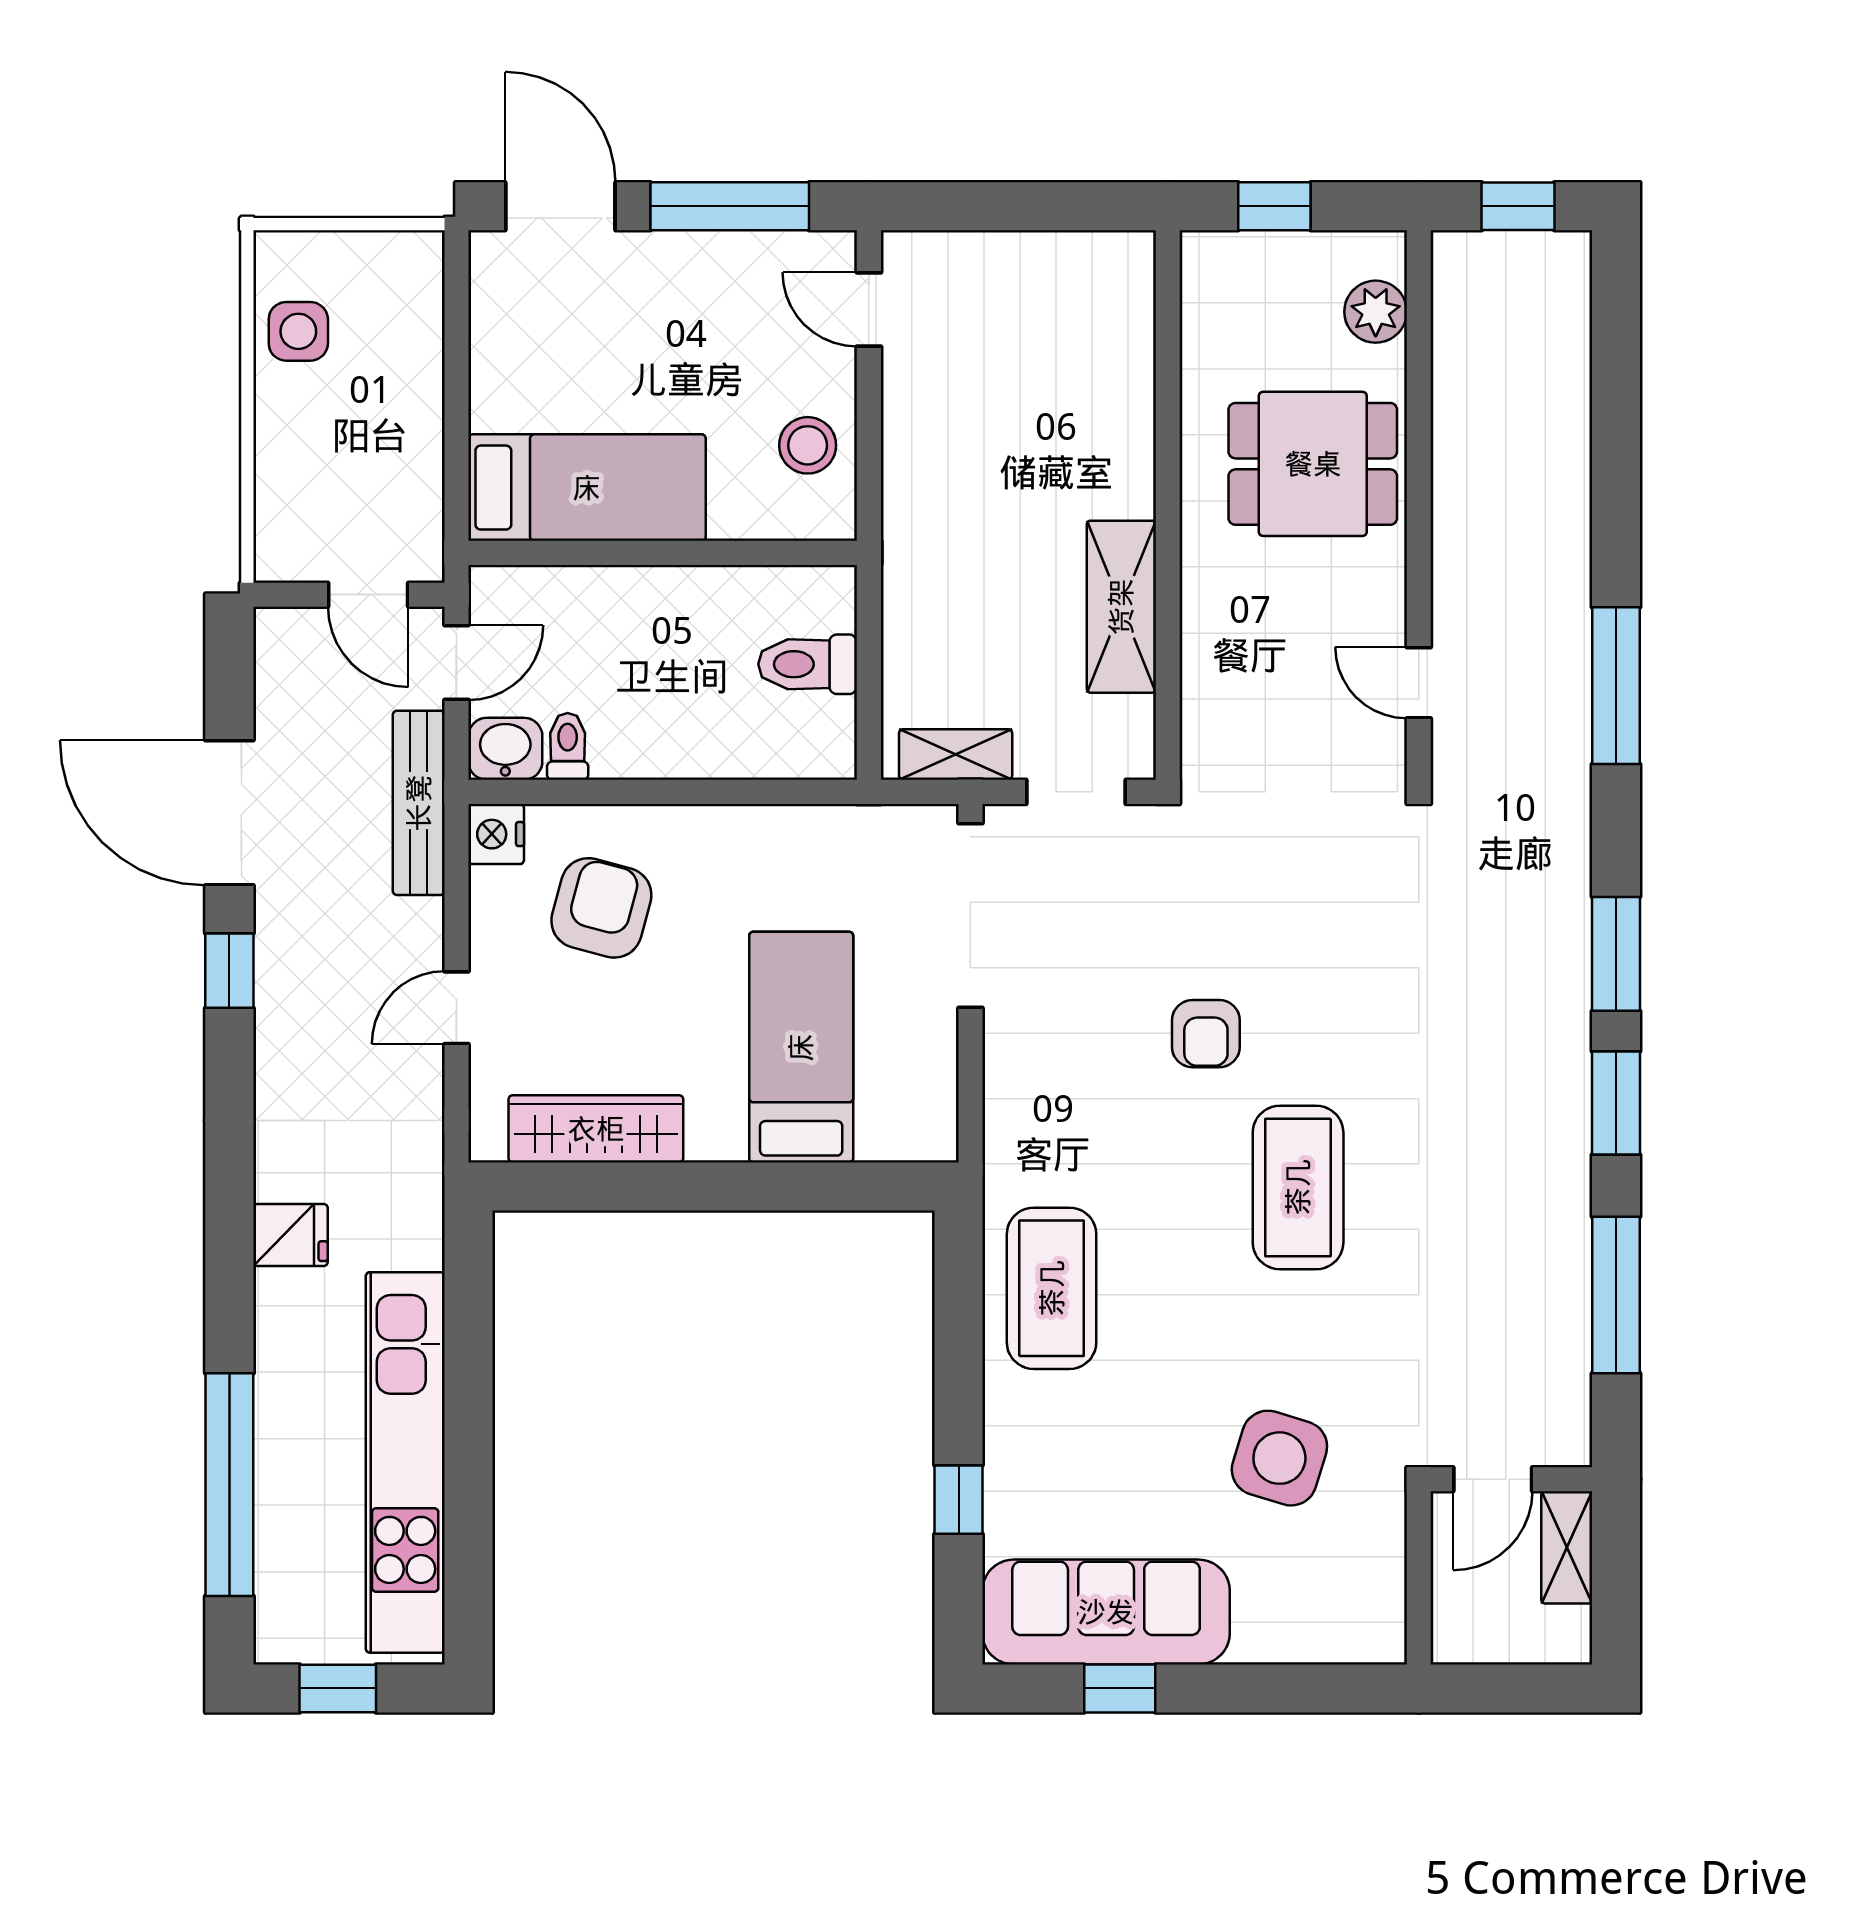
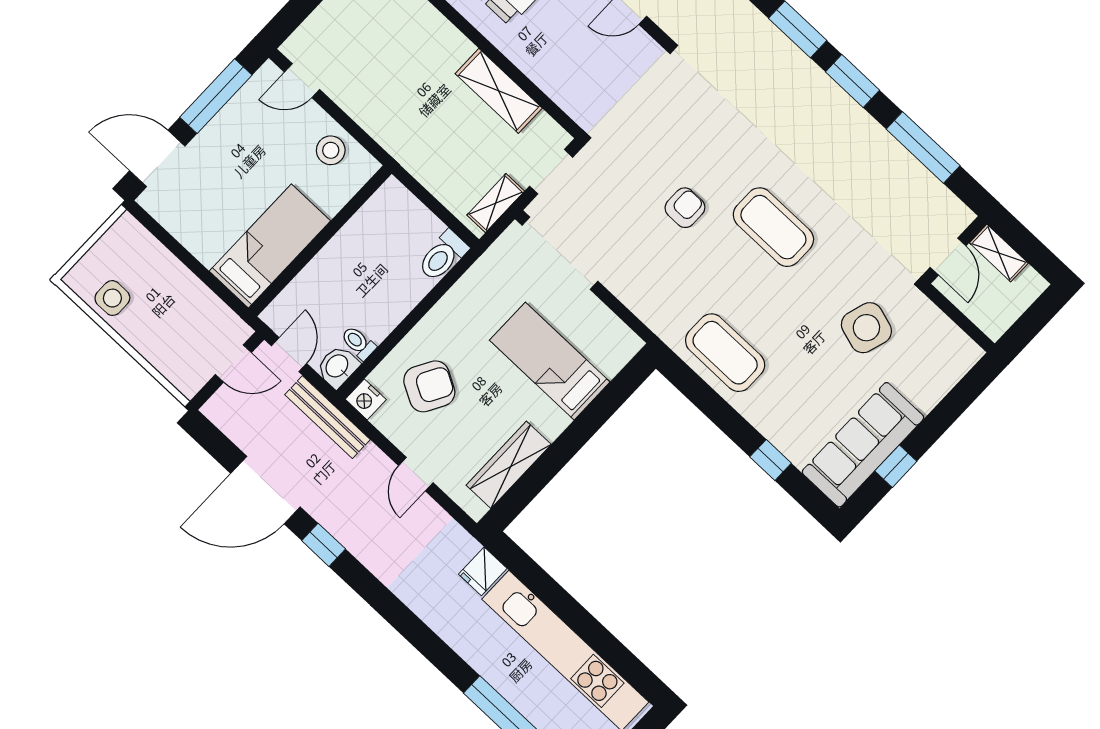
toilet: (808, 664) -> (443, 256), moved
armchair: (601, 908) -> (429, 386), turned 104
armchair: (1206, 1034) -> (685, 208), turned -90
fridge: (290, 1235) -> (483, 571), moved, turned 180

